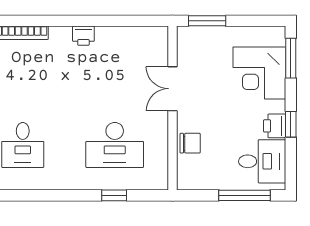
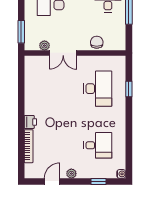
printer: (83, 36) -> (30, 122), moved
plant: (185, 58) -> (44, 46), added

